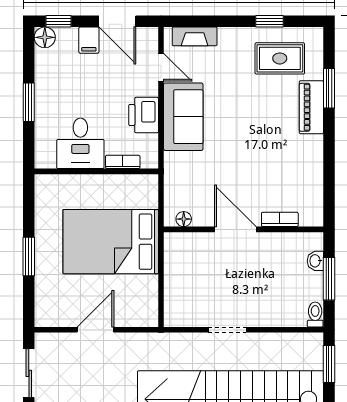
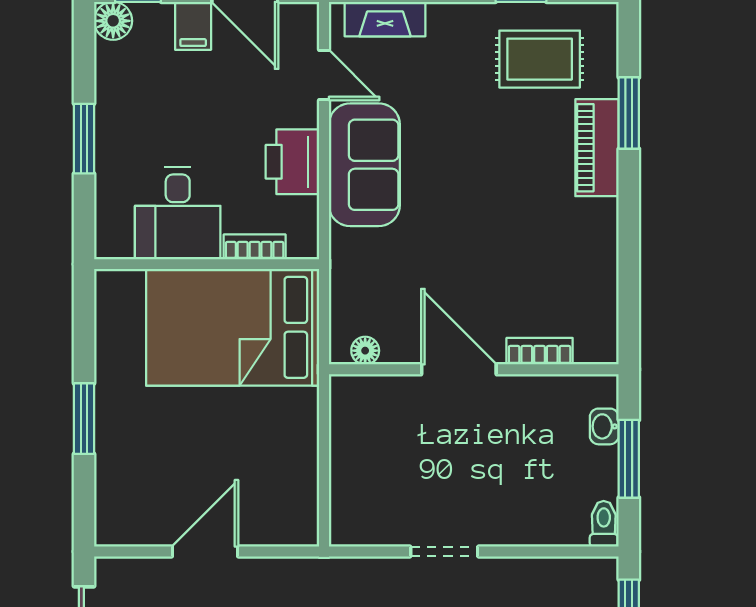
bed: (111, 242) -> (233, 327), moved

